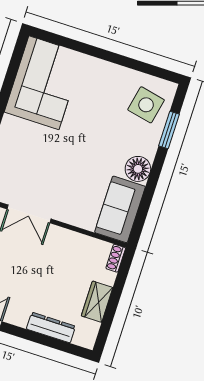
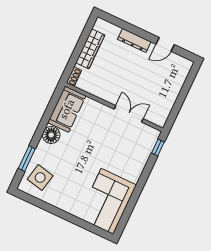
wardrobe: (97, 302) -> (90, 49), width x1.50
dresser: (51, 328) -> (134, 40), moved

